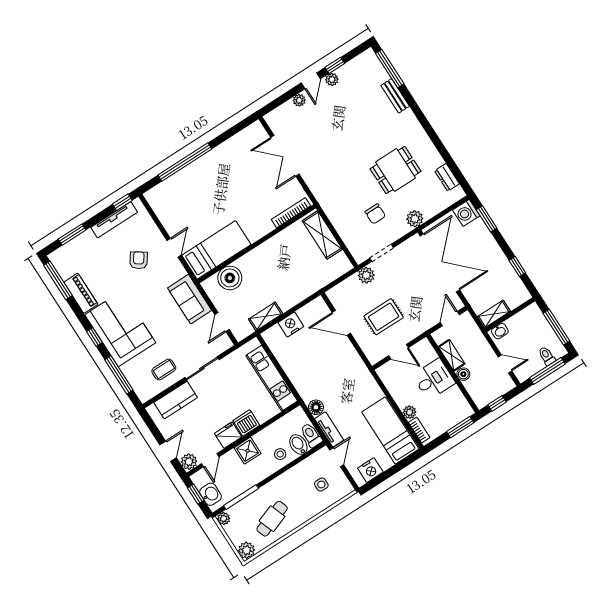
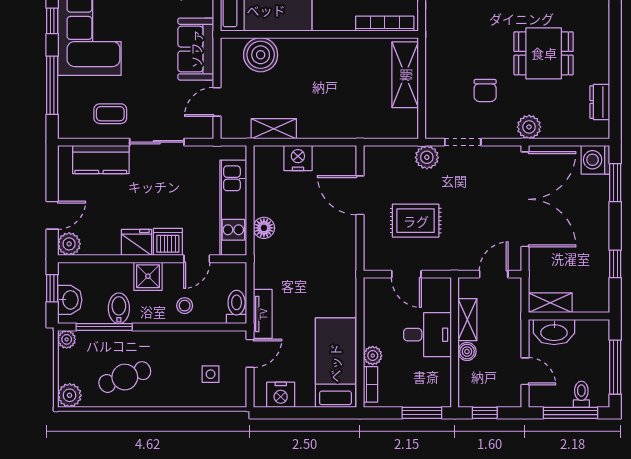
washbasin: (500, 331) -> (554, 332), width x1.91, depth x1.45
floor lamp: (316, 407) -> (264, 228), moved
bidet: (298, 445) -> (119, 308), moved
door: (210, 460) -> (197, 259), moved

